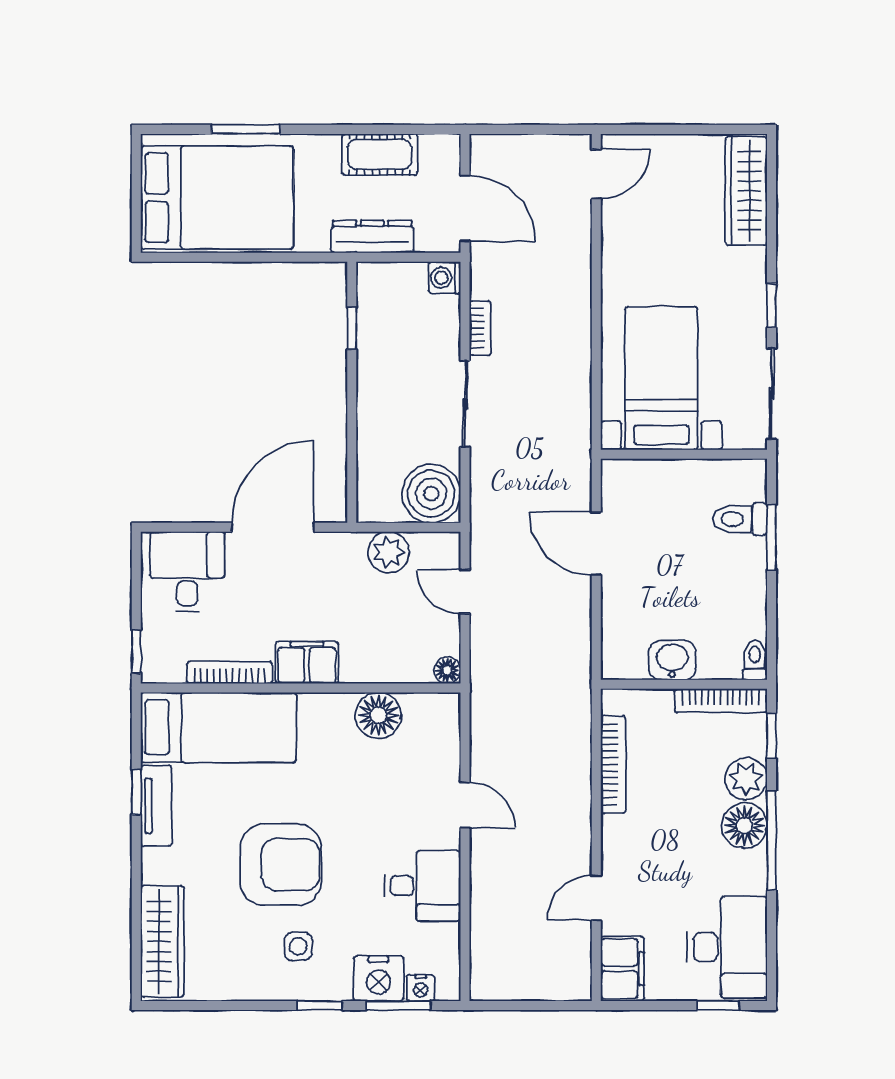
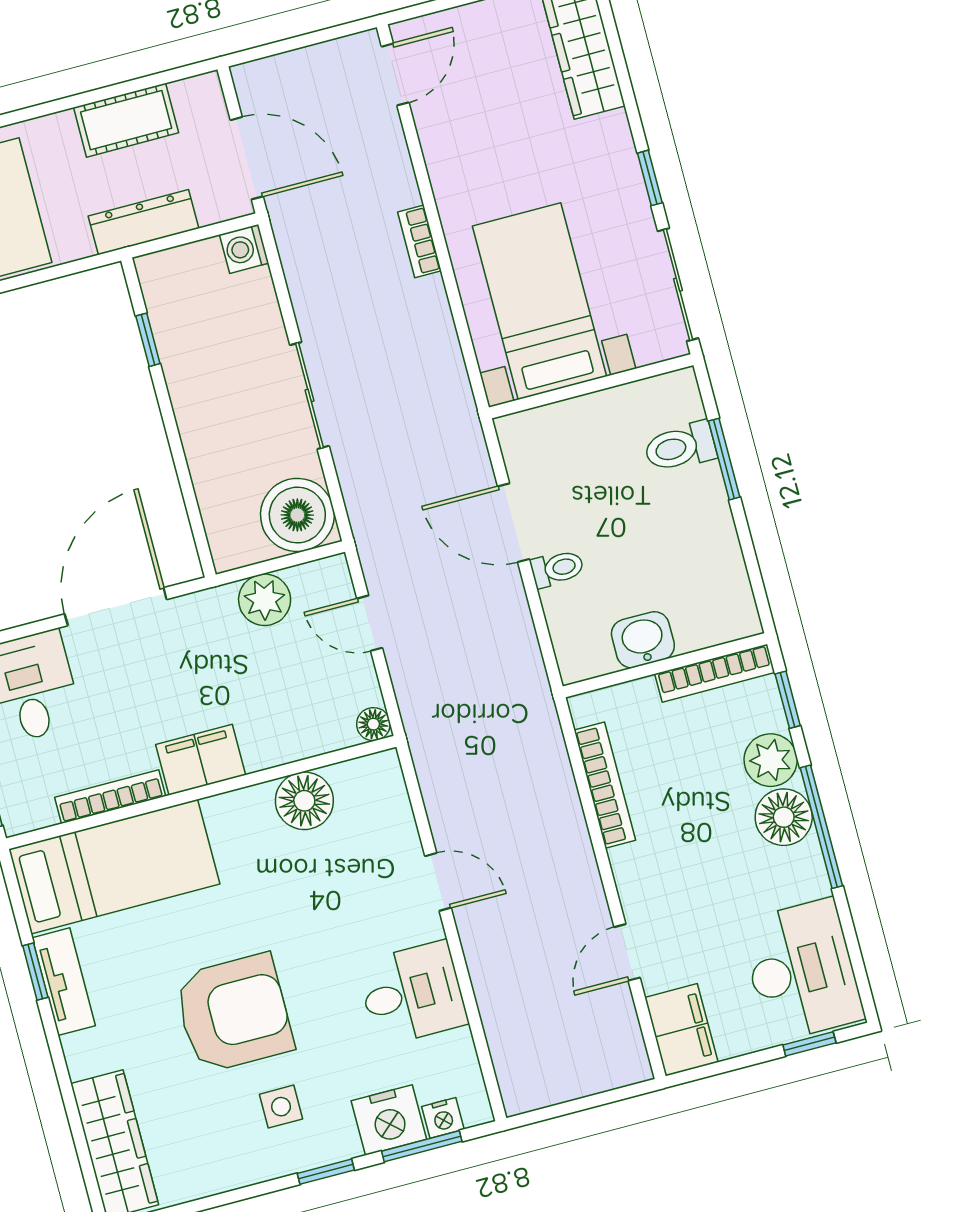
bookcase: (480, 328) -> (419, 241), moved, turned 180
toilet: (755, 660) -> (557, 568), moved, turned 90

